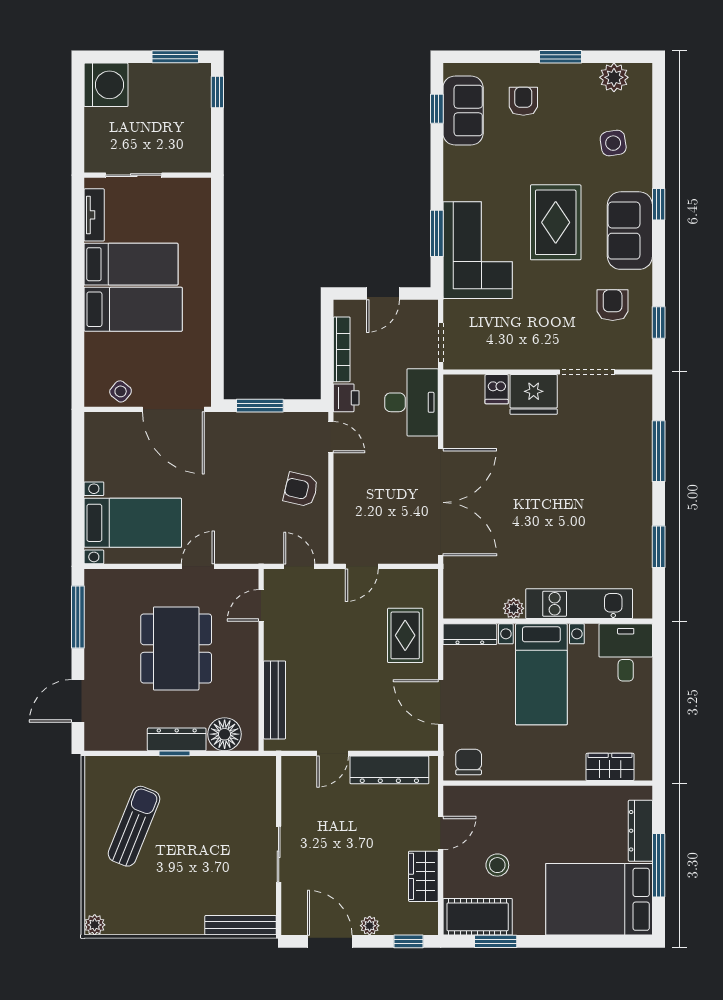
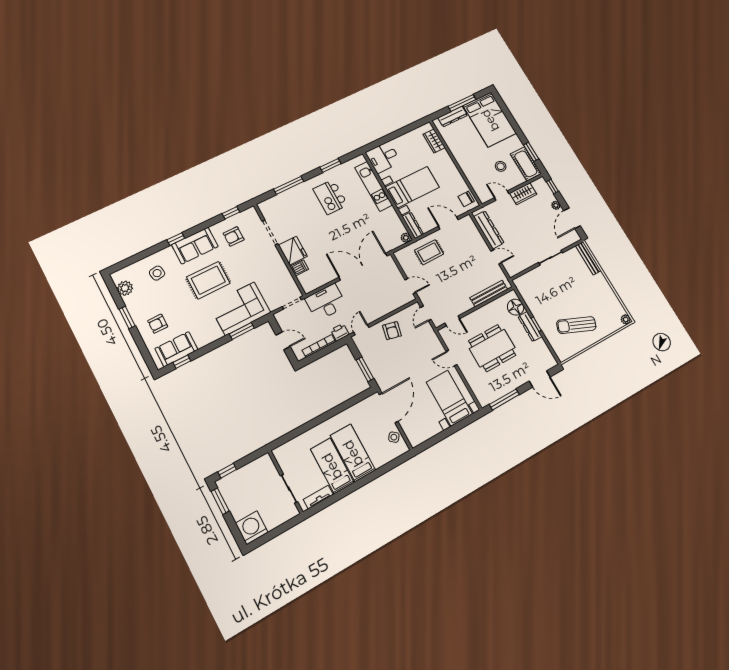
kitchen island: (599, 514) -> (330, 197), added
plant: (514, 608) -> (406, 238), moved
door: (441, 702) -> (448, 223), swing flipped

